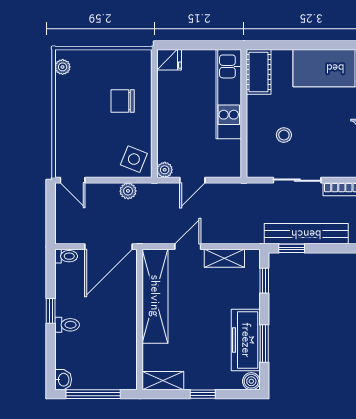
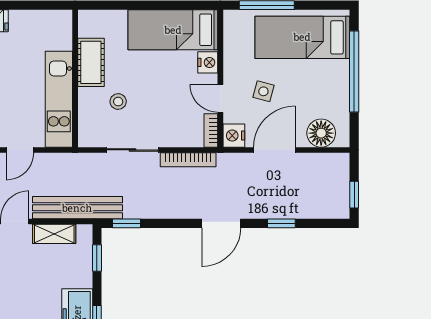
cot: (259, 72) -> (91, 62), moved
kitchen unit: (229, 94) -> (59, 99), moved
bench: (306, 234) -> (77, 208), moved

